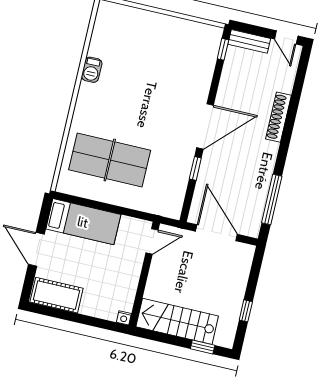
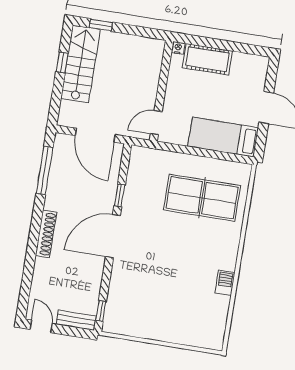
shoe rack: (278, 117) -> (46, 234), moved
cot: (57, 295) -> (207, 59), moved
stairs: (177, 321) -> (80, 64), moved, turned -90

